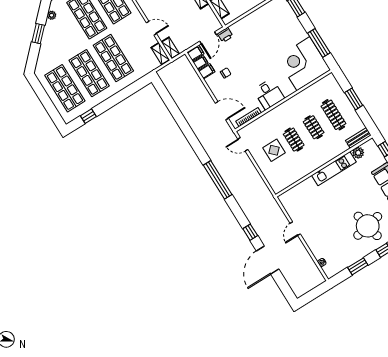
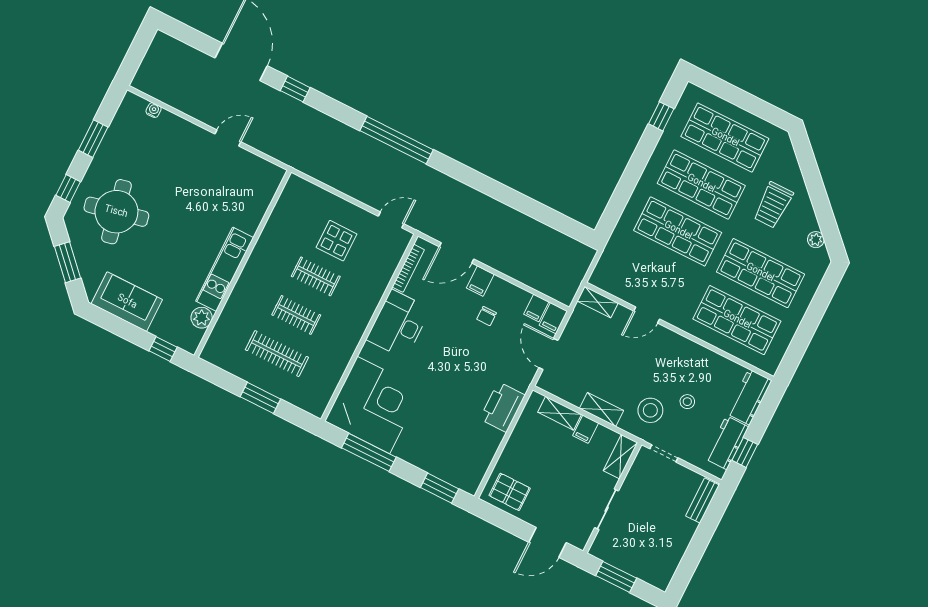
window: (38, 34) -> (819, 198), removed
printer: (225, 35) -> (502, 407), moved, width x1.87, depth x1.48
trolley: (62, 43) -> (773, 205), added
shelving: (160, 54) -> (608, 283), removed
filing cabinet: (207, 71) -> (480, 281), moved
desk: (269, 94) -> (398, 324), width x1.37
bench: (358, 138) -> (216, 341), removed
door: (295, 229) -> (228, 138), hinge flipped

